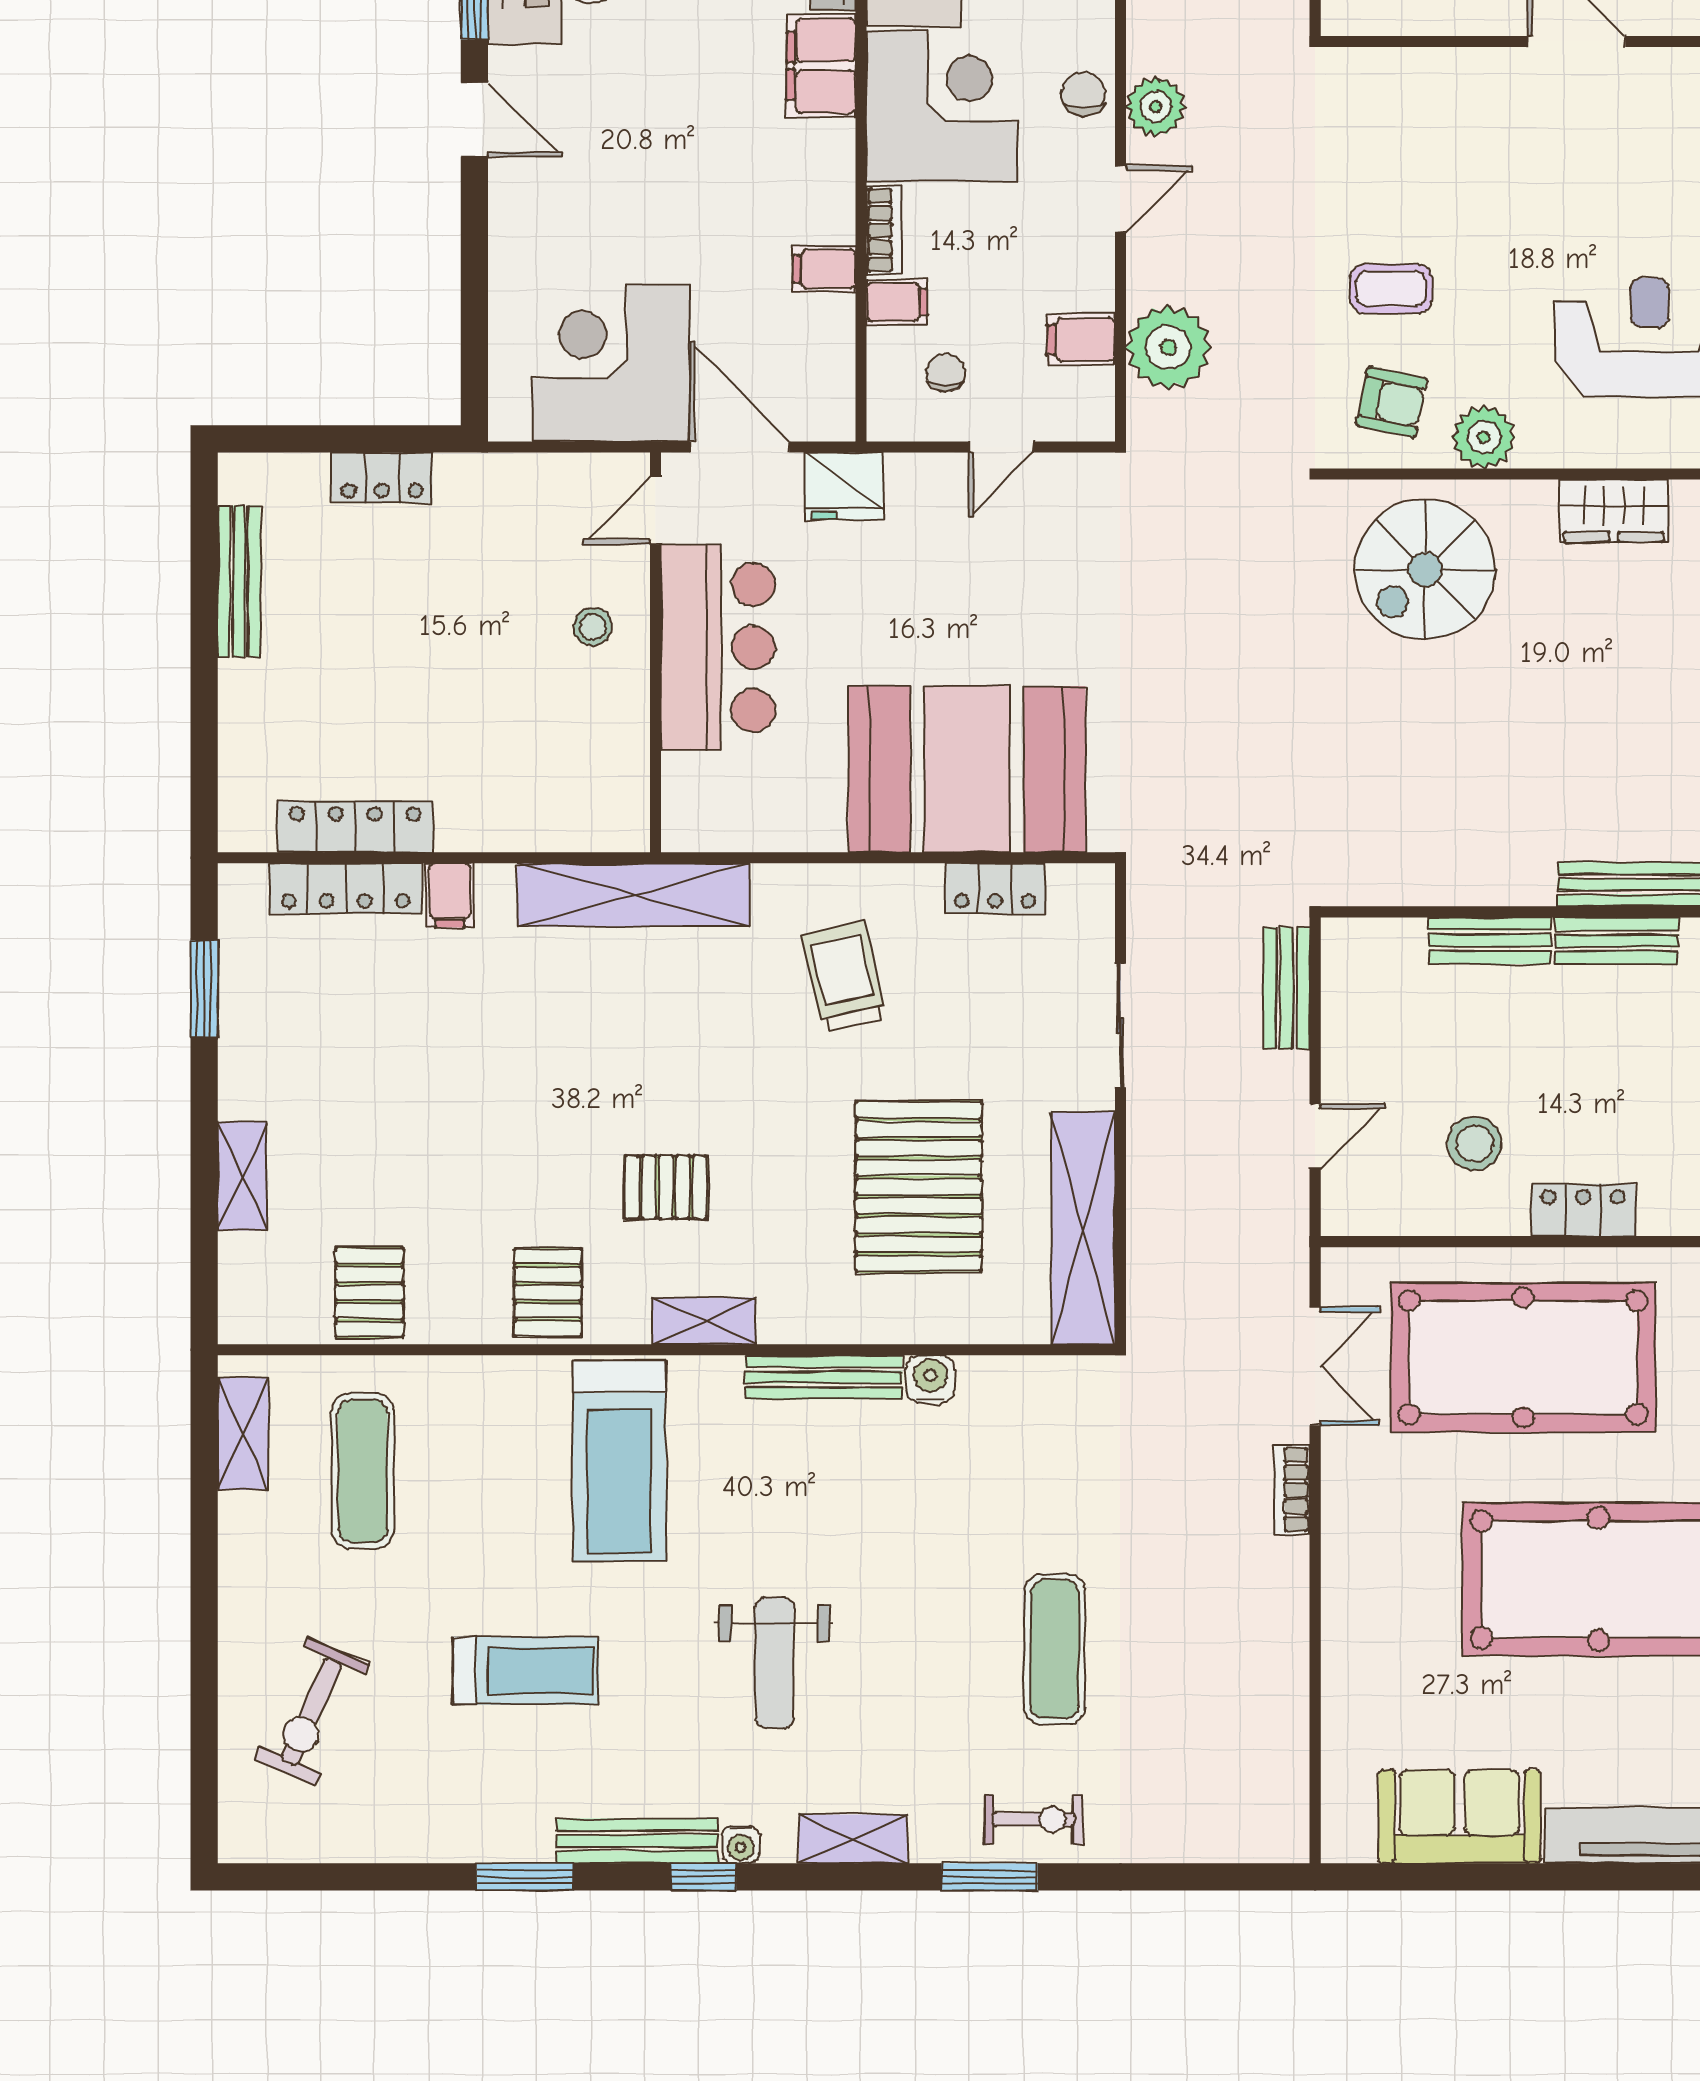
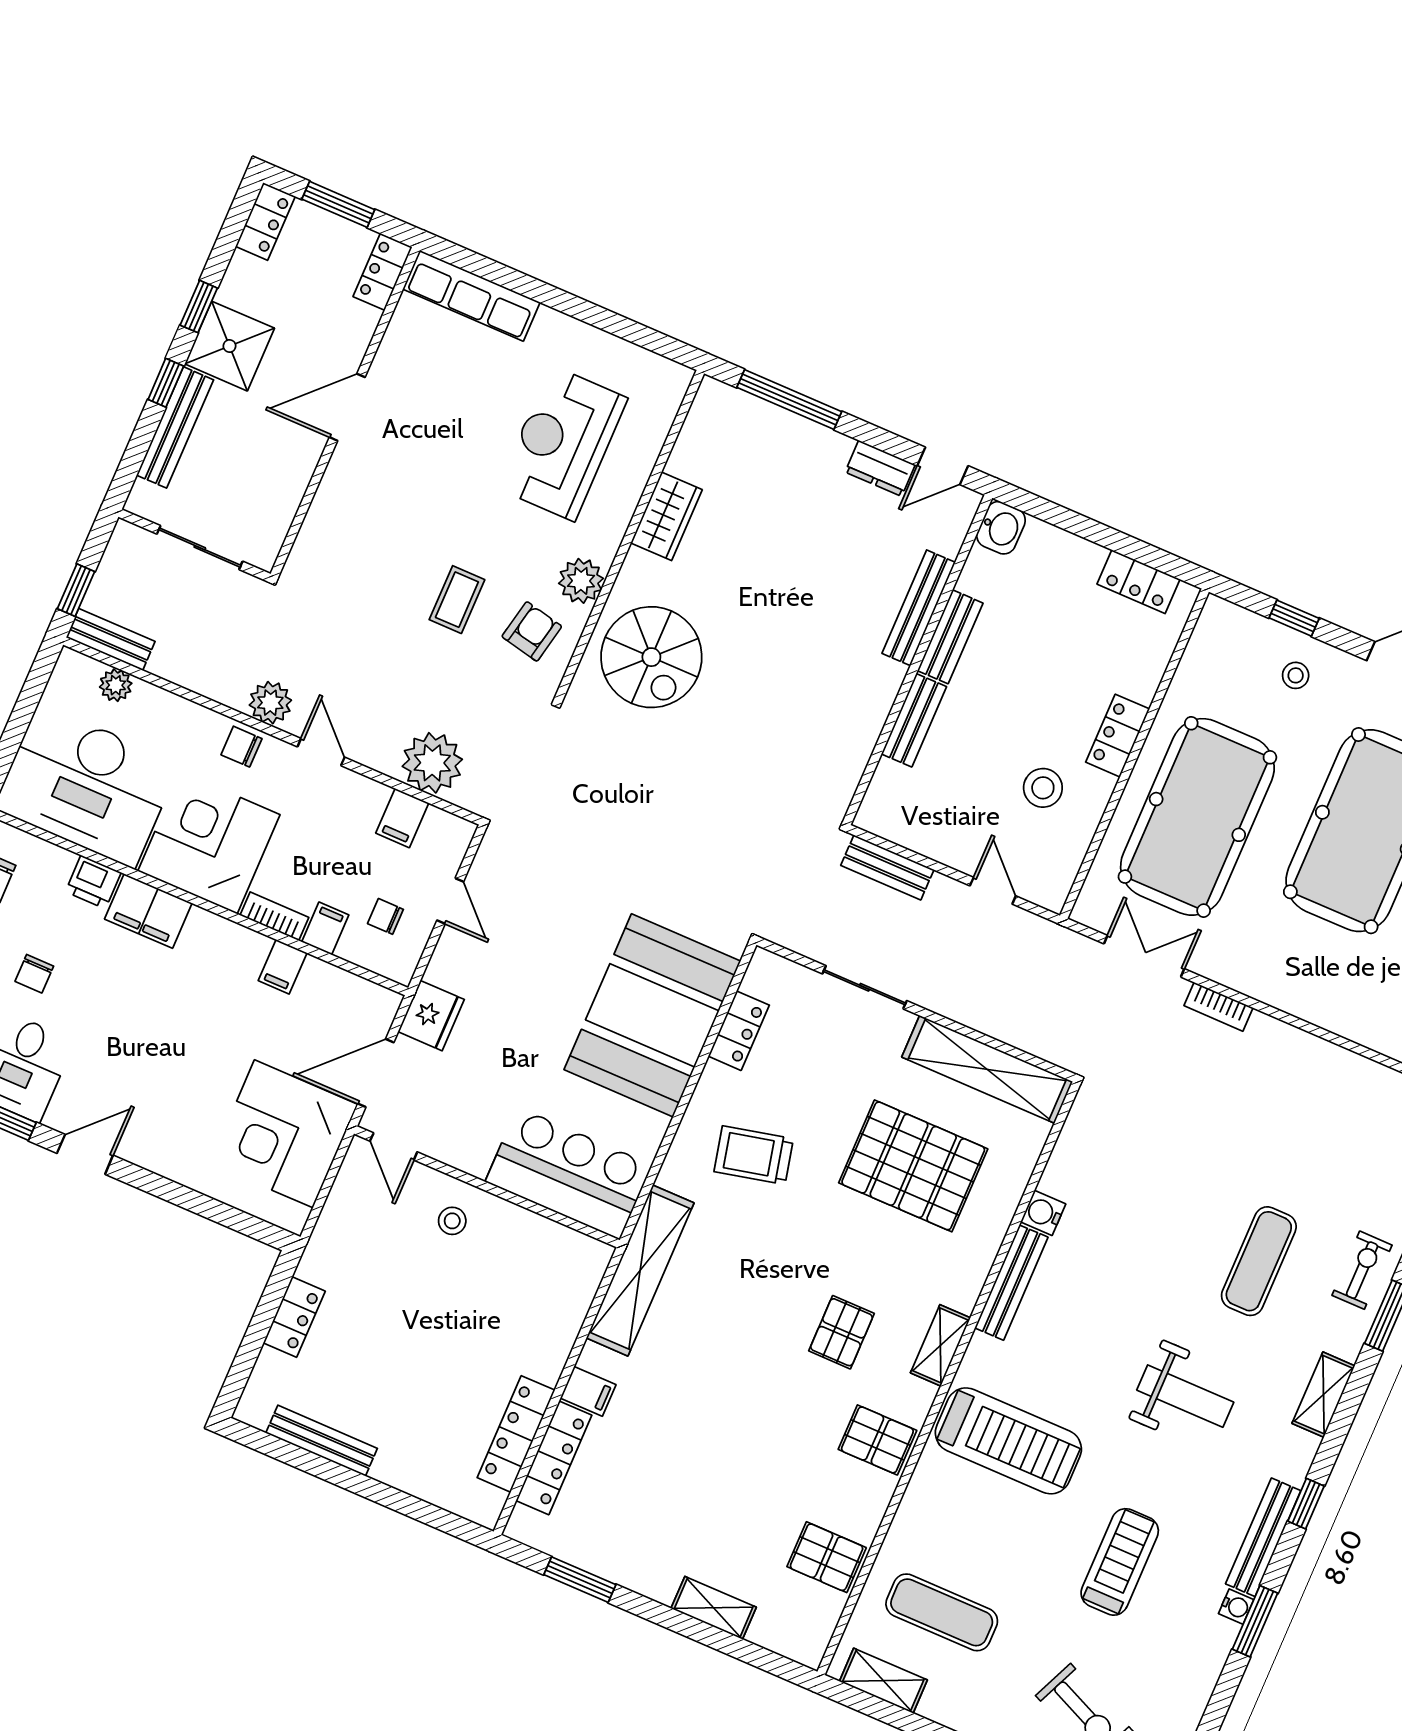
bar counter: (718, 647) -> (569, 1173), moved
exercise mat: (1055, 1649) -> (1259, 1261), moved, turned 90
water cooler: (741, 1845) -> (1236, 1607), moved

